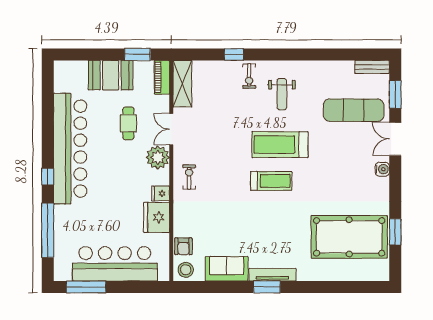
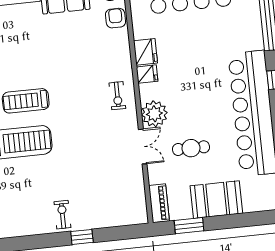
shelving: (182, 84) -> (136, 198), removed
weight bench: (282, 94) -> (24, 198), removed
cafe table: (128, 123) -> (191, 148), turned 90
fridge: (157, 217) -> (145, 52), width x0.73, depth x0.75

